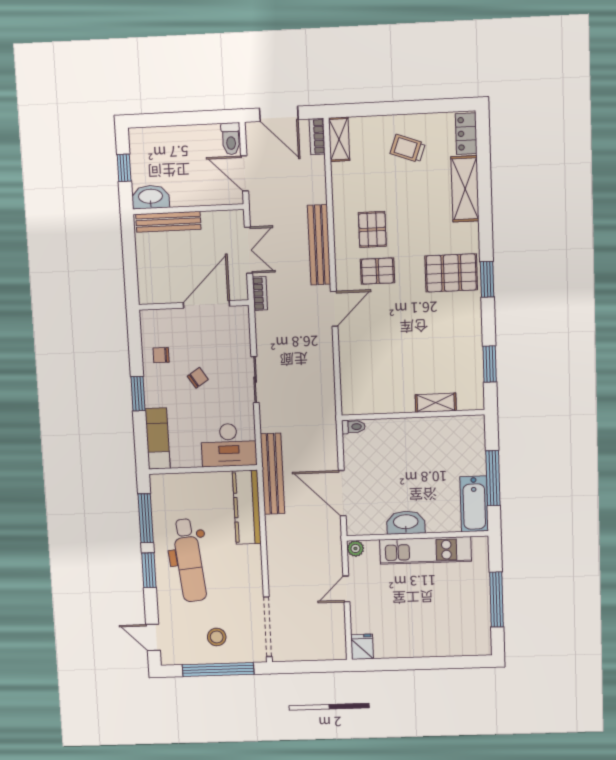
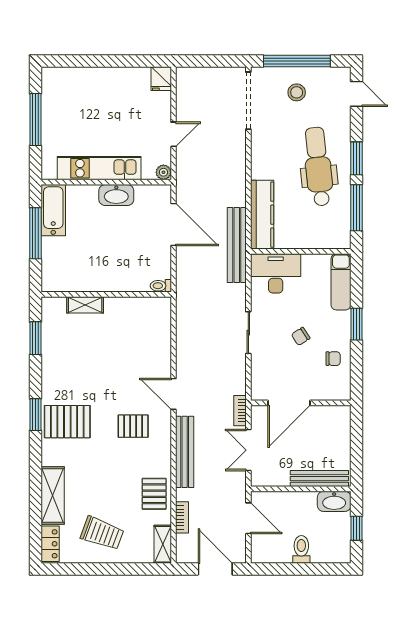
bookcase: (317, 136) -> (182, 517), moved
toilet: (231, 139) -> (301, 549), moved
trolley: (408, 148) -> (102, 533), width x1.36, depth x1.39
pallet: (372, 229) -> (154, 494), moved
door: (334, 309) -> (174, 394), hinge flipped

